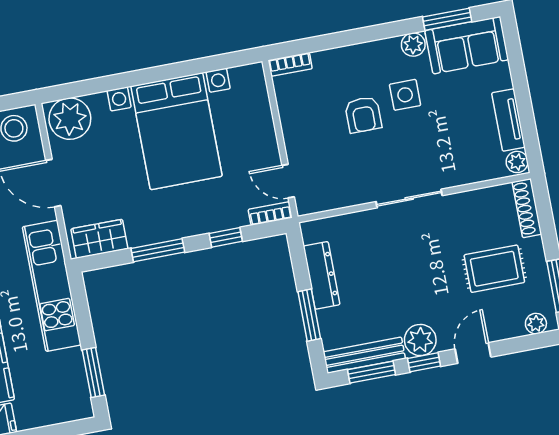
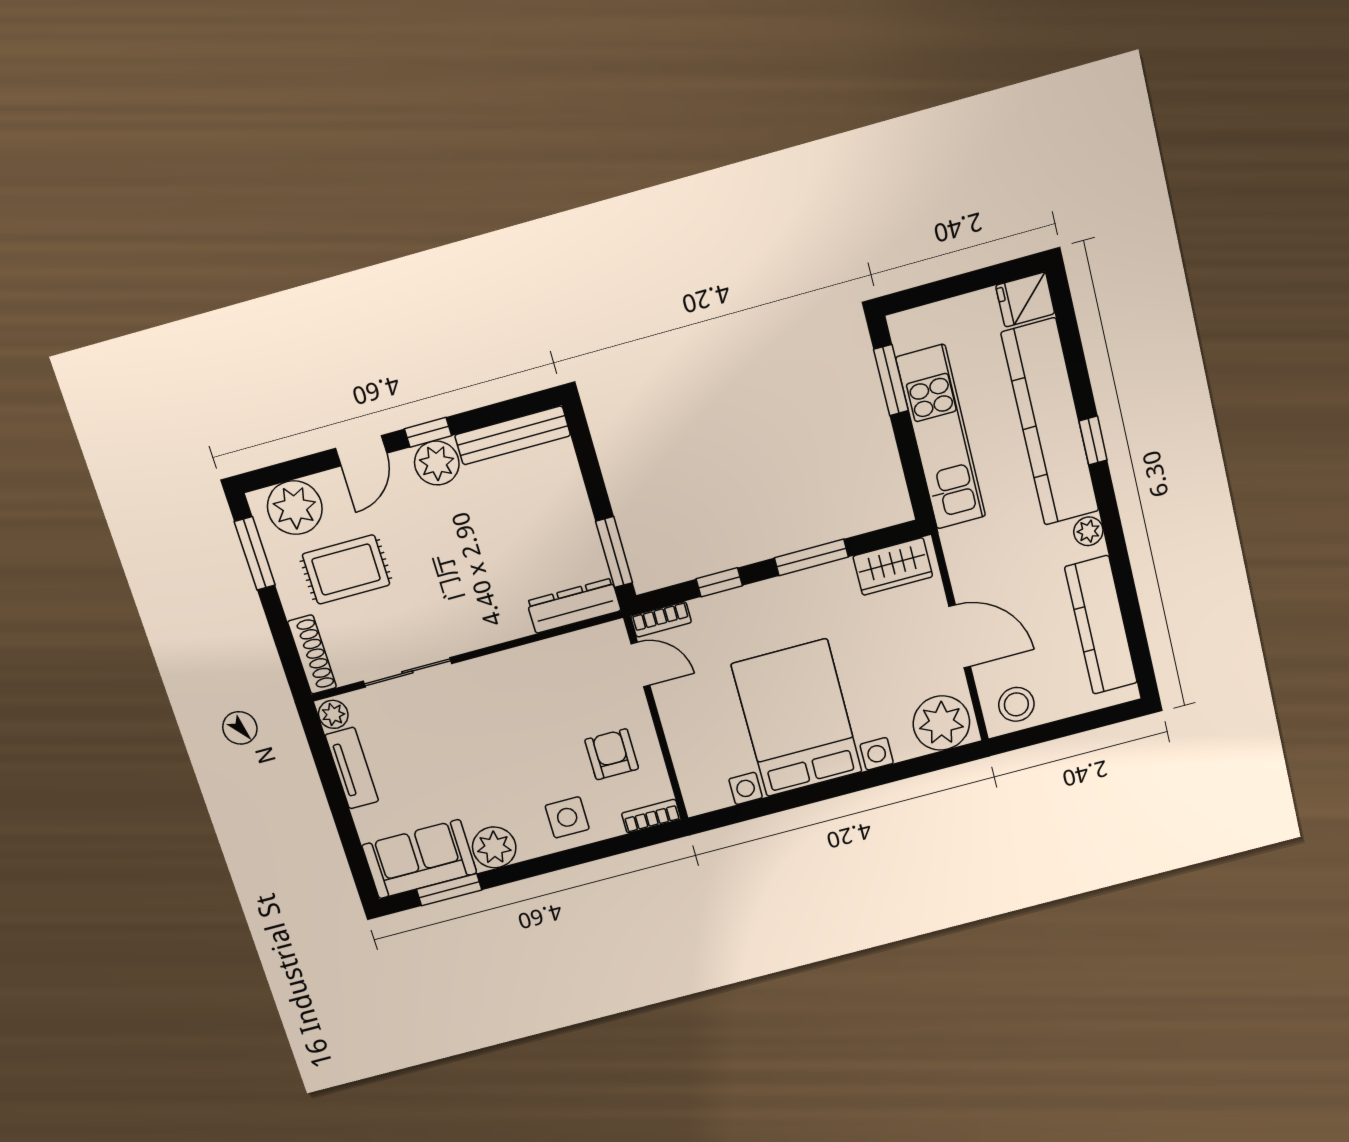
plant: (413, 45) -> (494, 847), width x1.38, depth x1.38
side table: (405, 95) -> (567, 817), moved
armchair: (363, 115) -> (612, 754), moved
sliding door: (409, 199) -> (407, 672), moved
dresser: (322, 275) -> (574, 606), moved, turned 90
kitchen unit: (52, 286) -> (941, 437), moved
window: (309, 315) -> (614, 552), moved
plant: (536, 324) -> (295, 508), width x1.87, depth x1.87
window: (372, 372) -> (500, 412), removed

